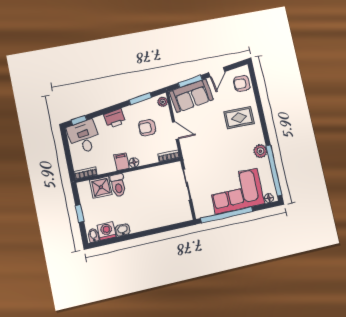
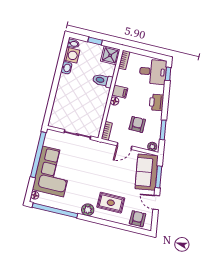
rug: (239, 118) -> (111, 203), turned 90
plant: (260, 151) -> (88, 210), moved
shower: (101, 187) -> (110, 55), moved

